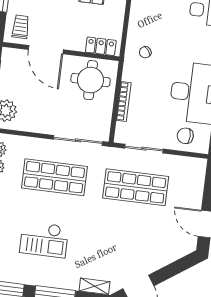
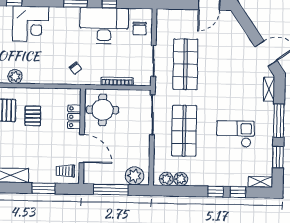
locker: (101, 46) -> (74, 117), moved
door: (46, 50) -> (82, 149), hinge flipped
checkout: (44, 239) -> (235, 134), turned -90

